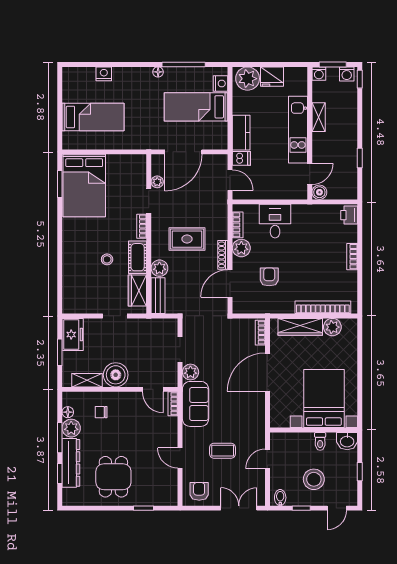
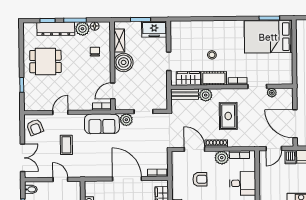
door: (183, 152) -> (295, 124), moved
armchair: (199, 491) -> (35, 127), turned 70

